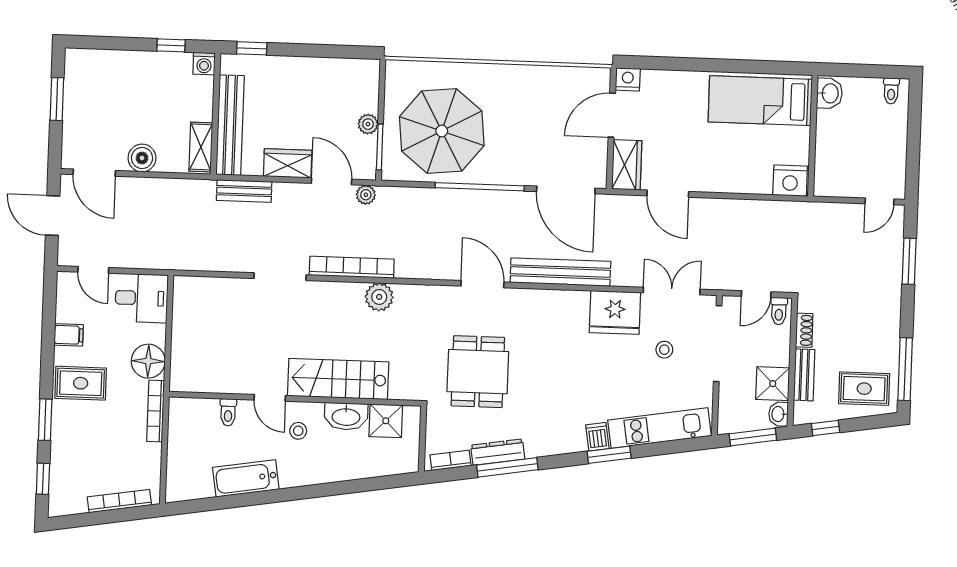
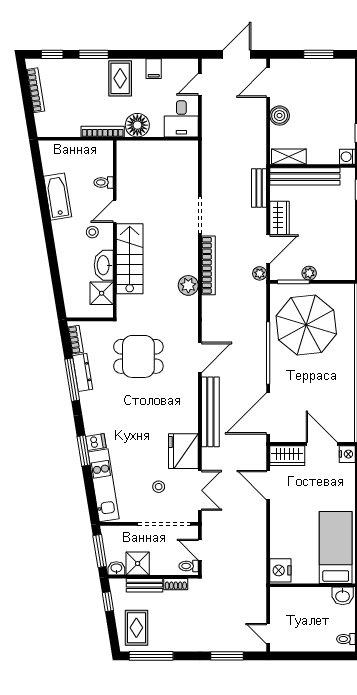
door: (668, 194) -> (268, 485), hinge flipped
bookcase: (119, 501) -> (36, 90), moved

